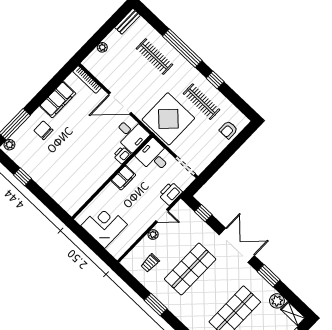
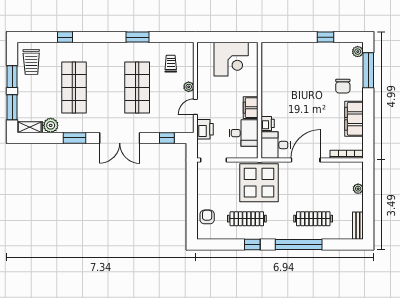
chair: (43, 130) -> (343, 86), turned 90
desk: (154, 156) -> (243, 133), moved

